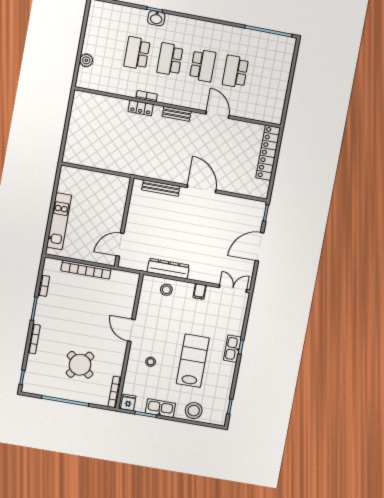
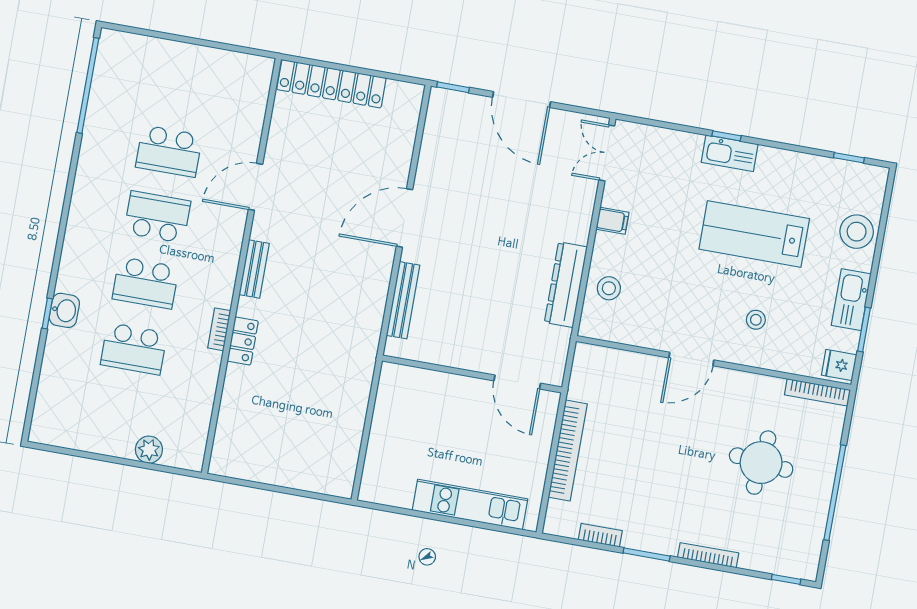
round table: (80, 365) -> (761, 463), turned -32

